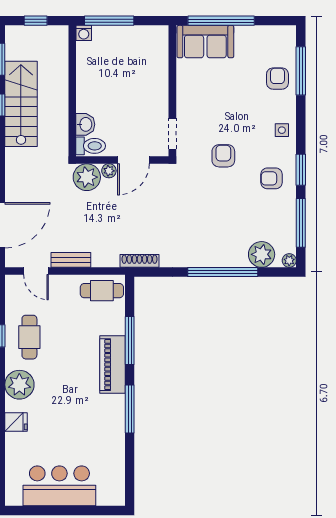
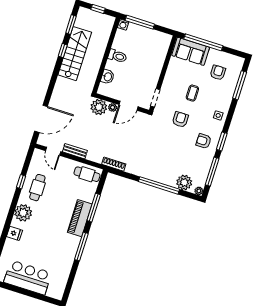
armchair: (277, 79) -> (218, 73), moved
coffee table: (229, 107) -> (192, 93), added
toilet: (91, 146) -> (117, 56), moved

